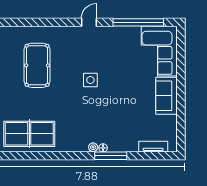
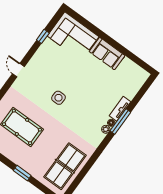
window: (138, 22) -> (43, 36), width x0.32
tv unit: (153, 147) -> (120, 109), moved

